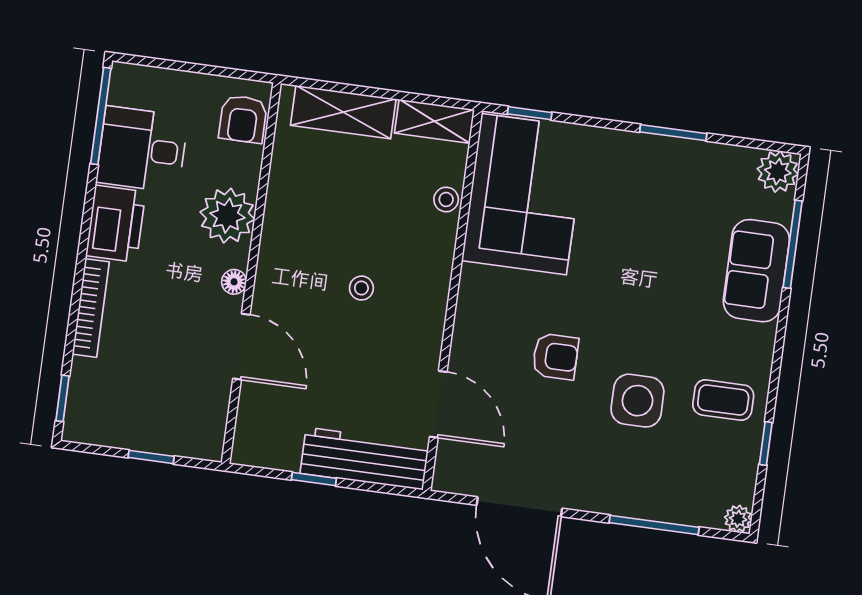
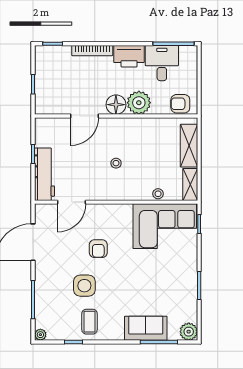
floor lamp: (234, 282) -> (116, 105), width x1.89, depth x1.89

